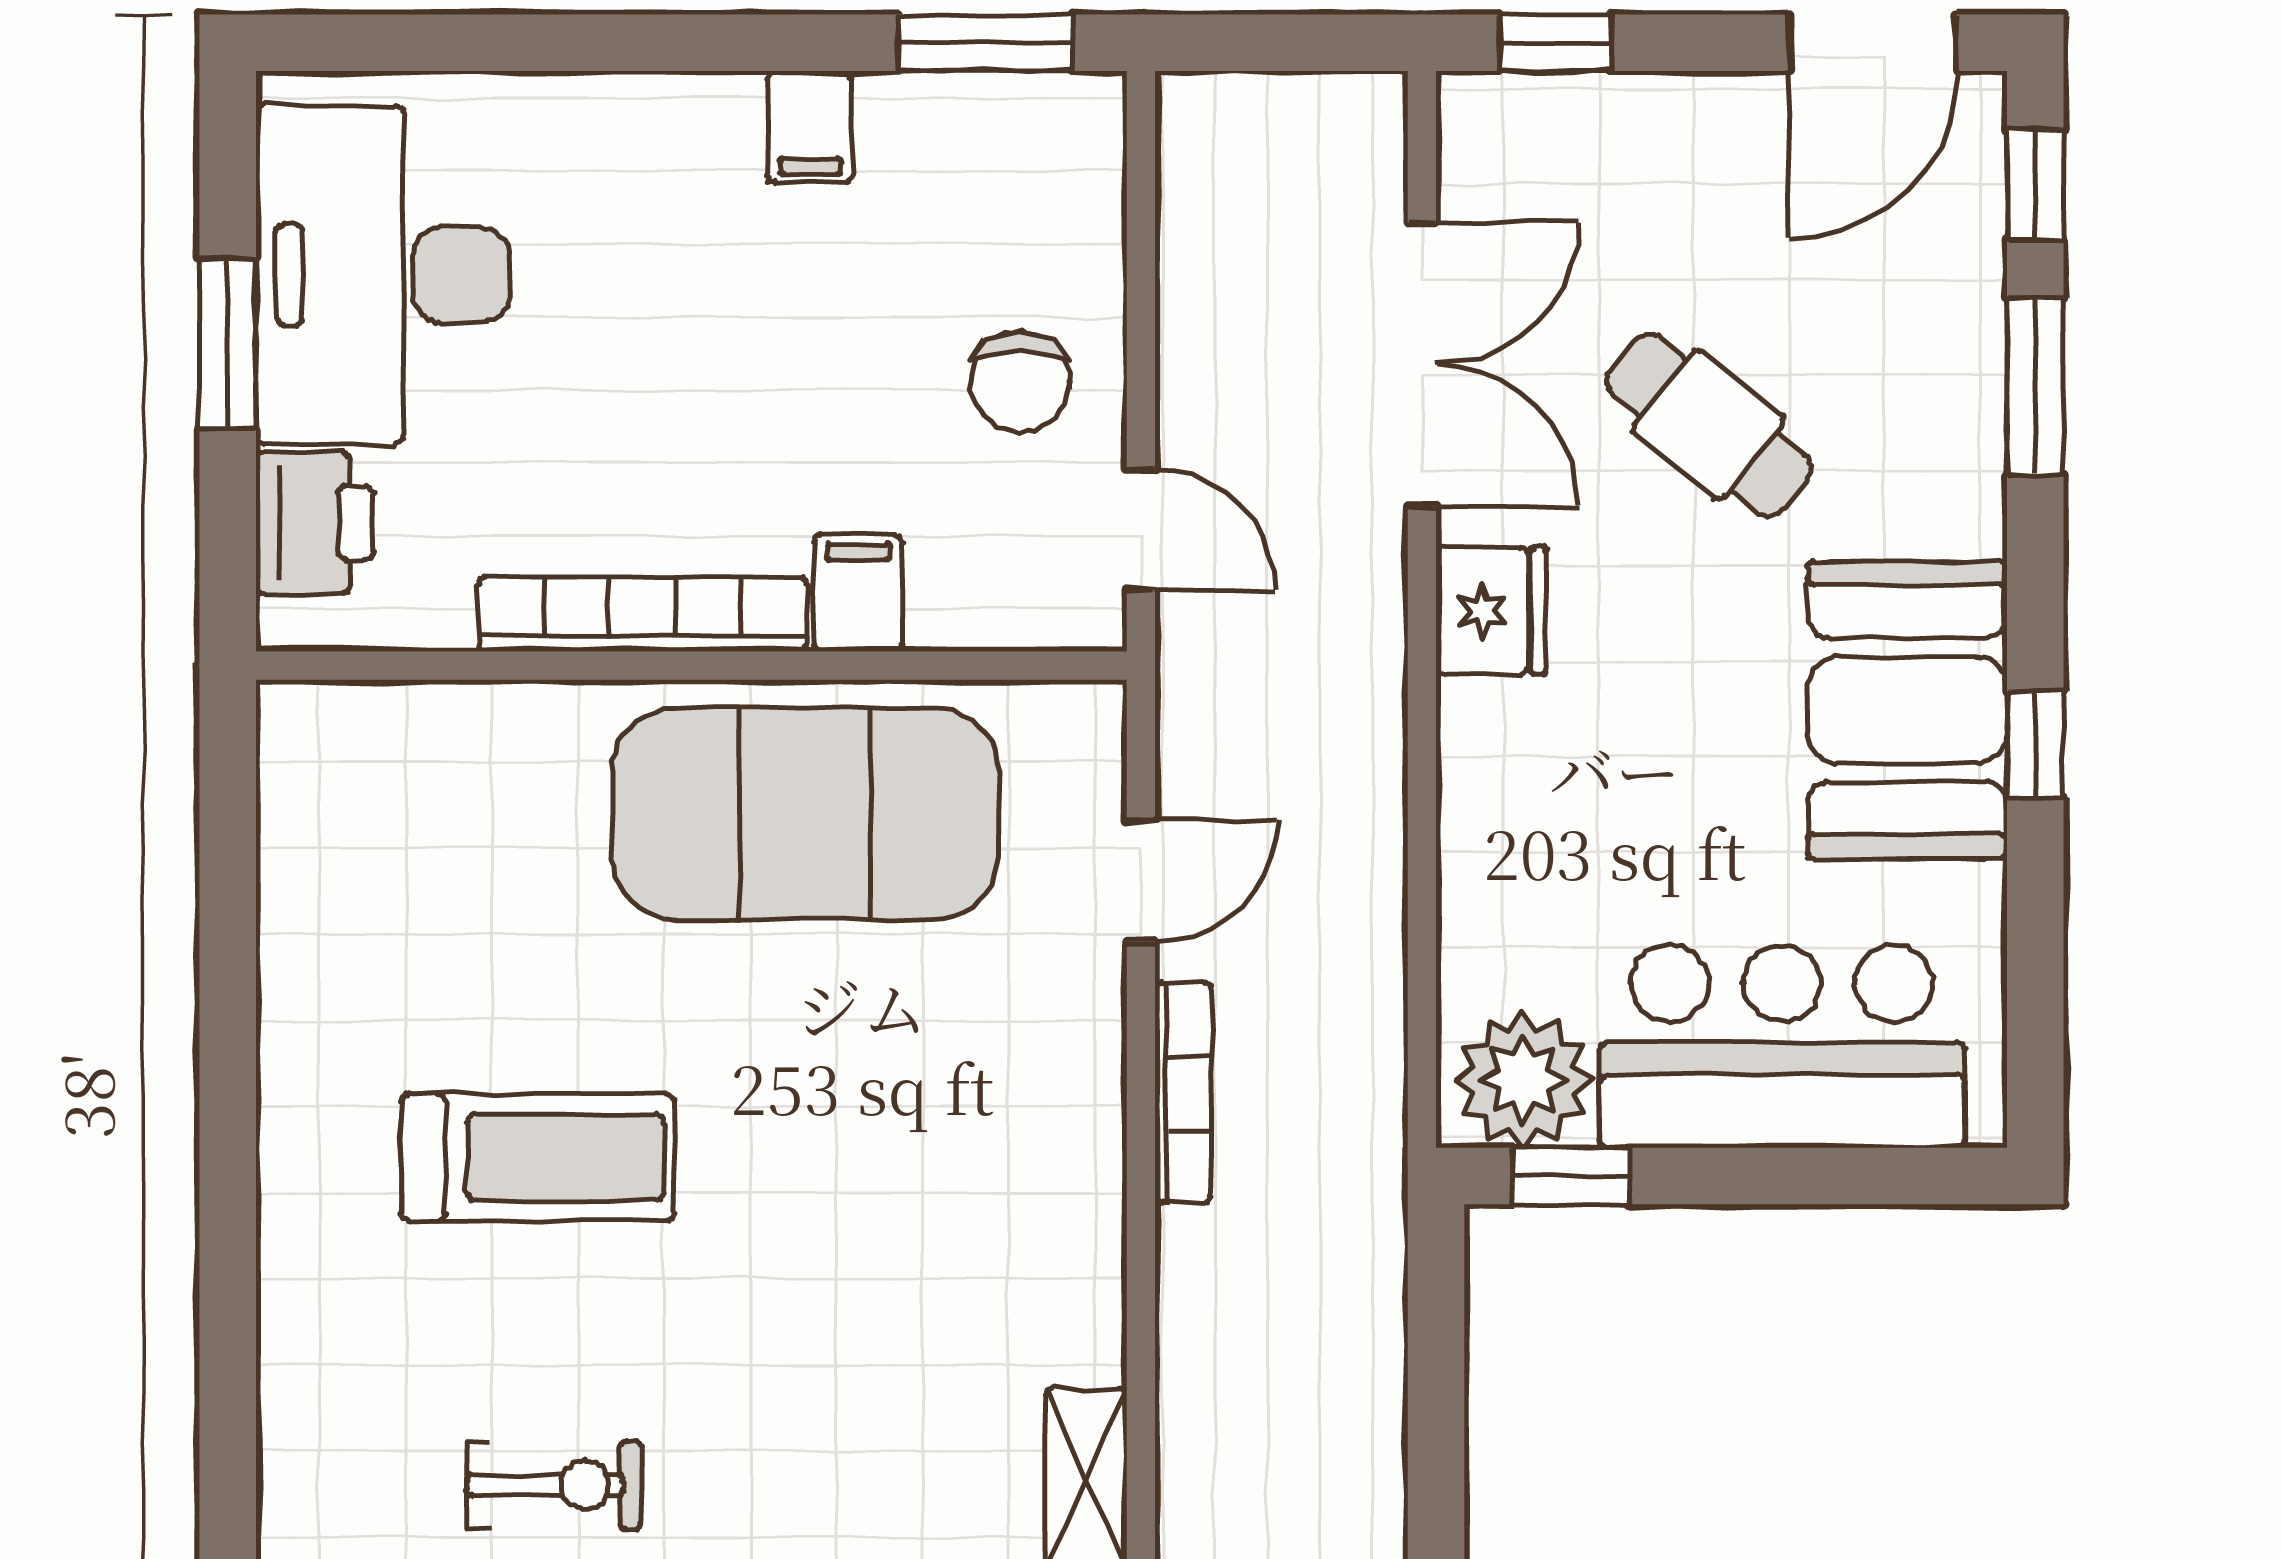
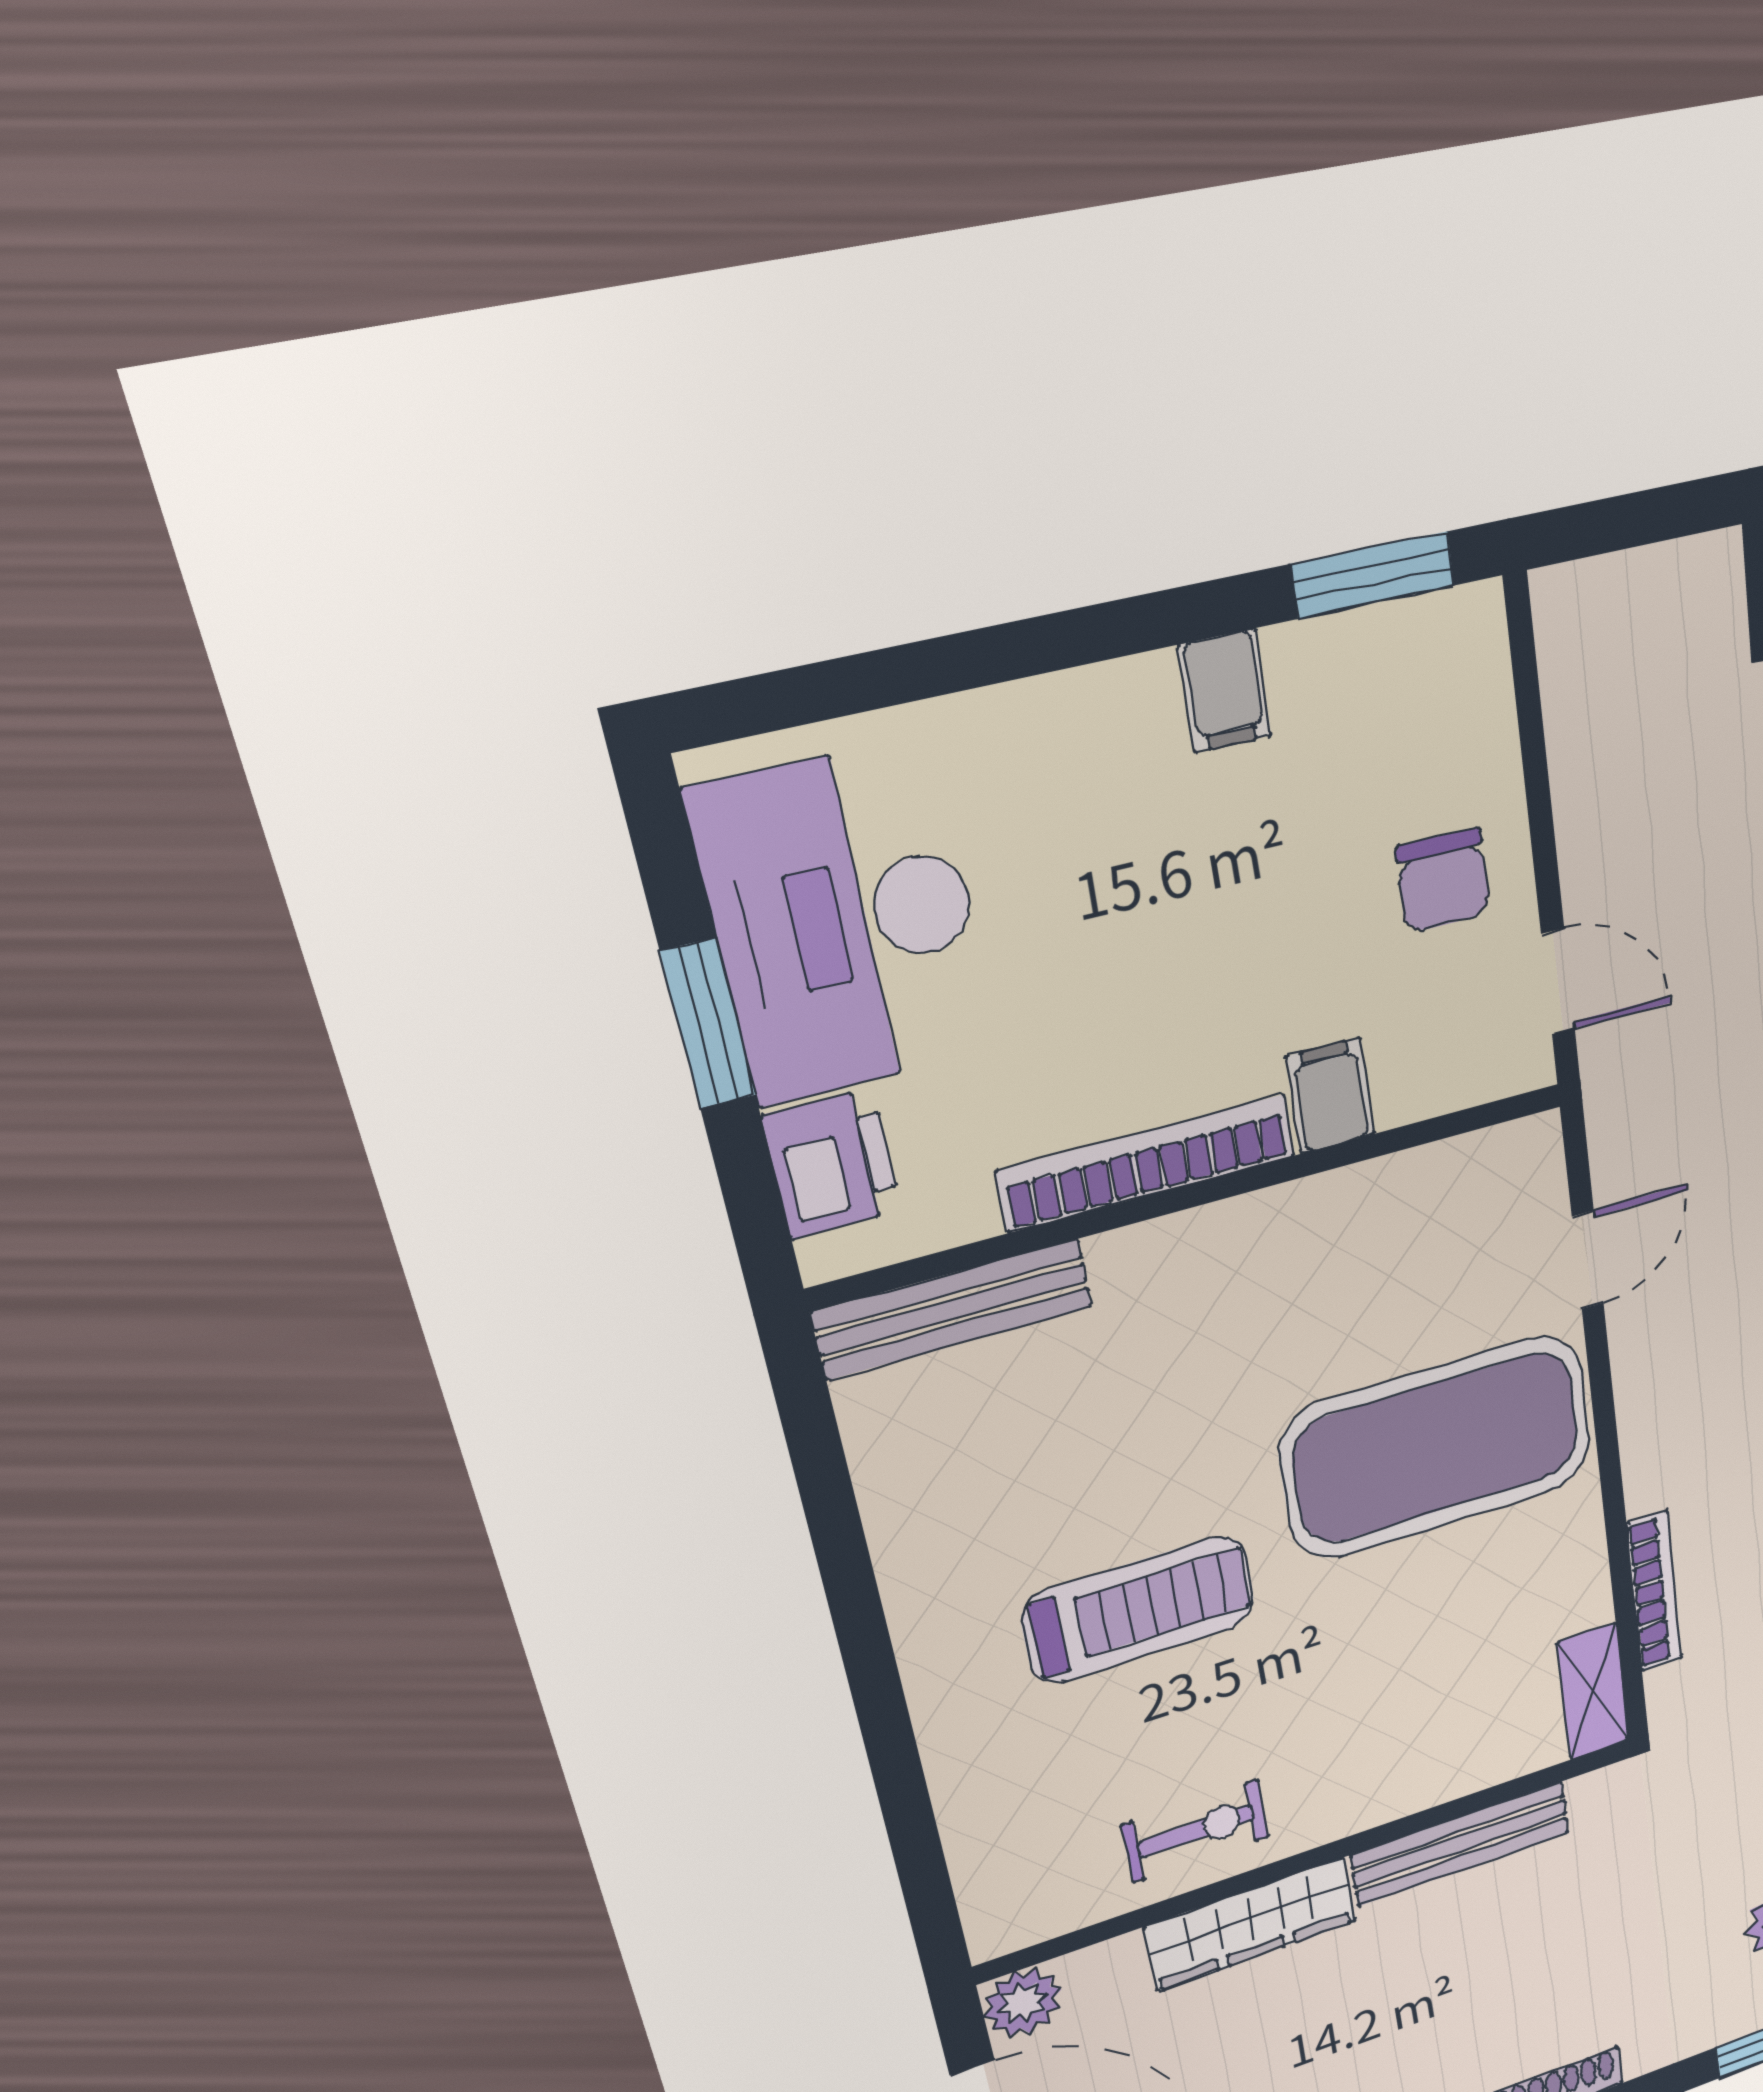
bench: (404, 721) -> (953, 1309), added
exercise mat: (805, 814) -> (1437, 1447), moved
bookcase: (1183, 1092) -> (1655, 1592), moved

